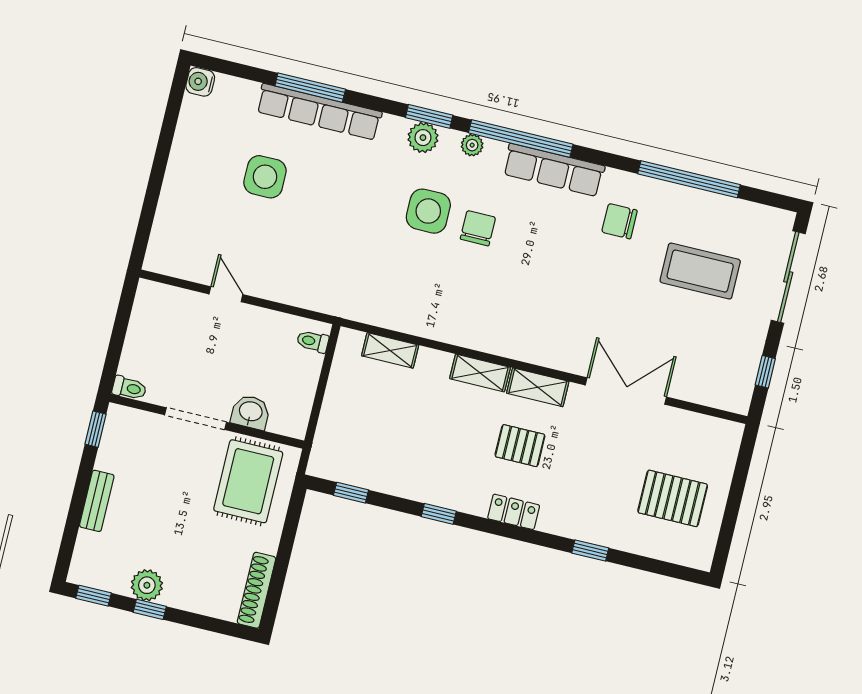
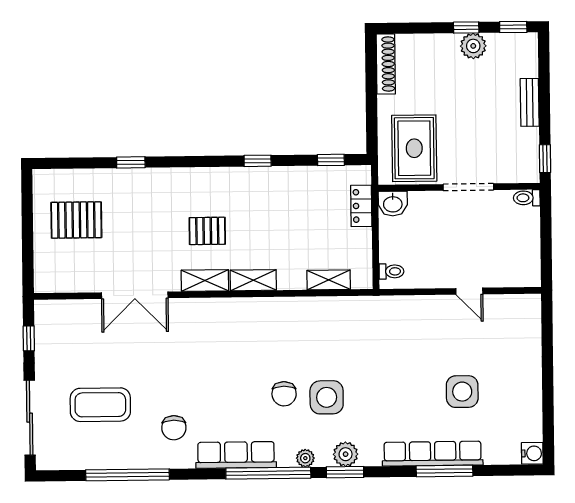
chair: (620, 221) -> (174, 428), turned 90
washbasin: (251, 412) -> (393, 204), moved
locker: (514, 512) -> (361, 206), moved, turned 90

